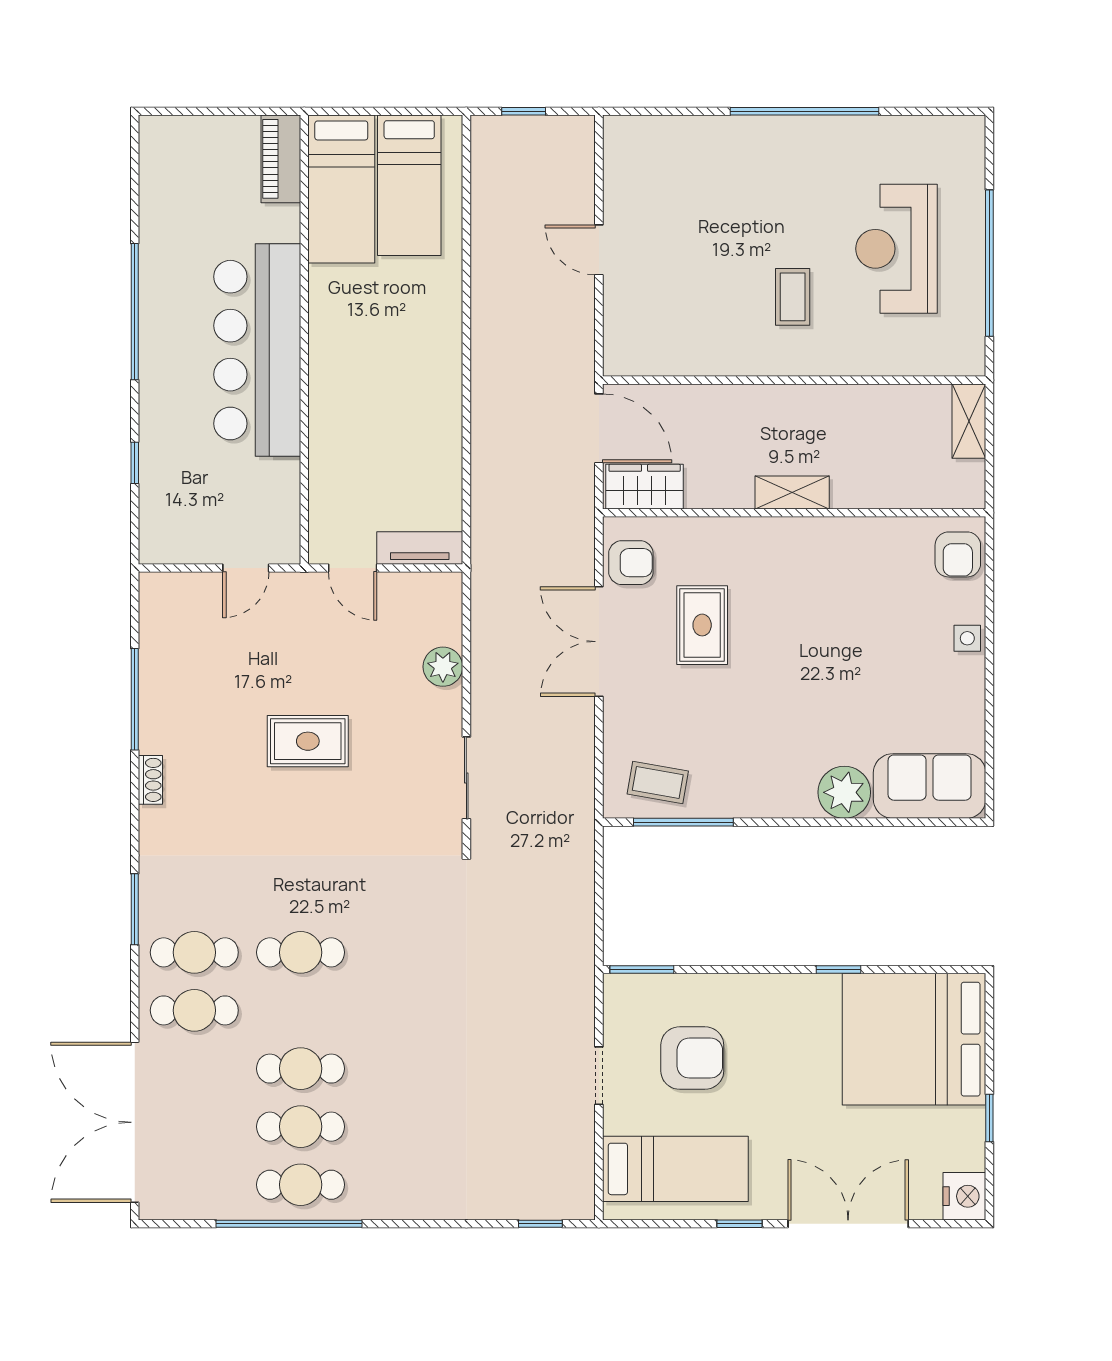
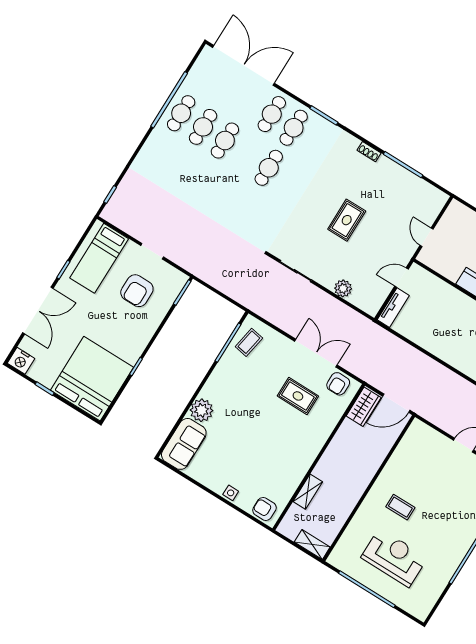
shelving: (792, 492) -> (308, 492), moved

